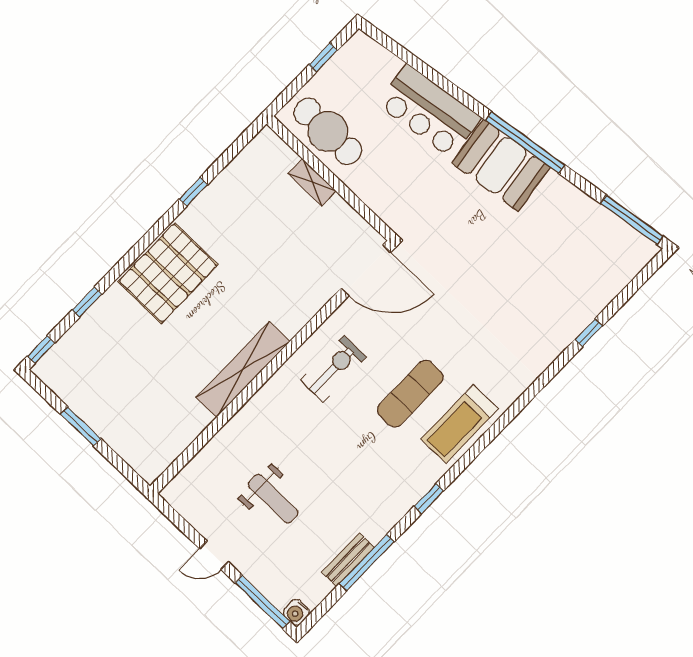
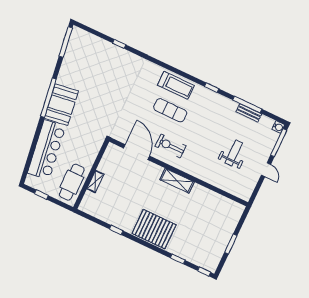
bar counter: (429, 111) -> (47, 150), width x1.36
door: (366, 270) -> (137, 152), moved
shelving: (243, 370) -> (177, 181), width x0.68

